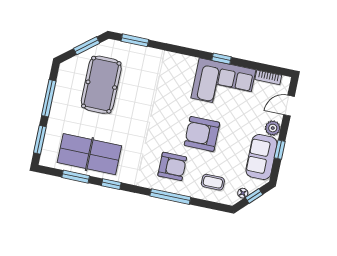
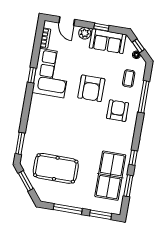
window: (170, 197) -> (144, 97), moved

